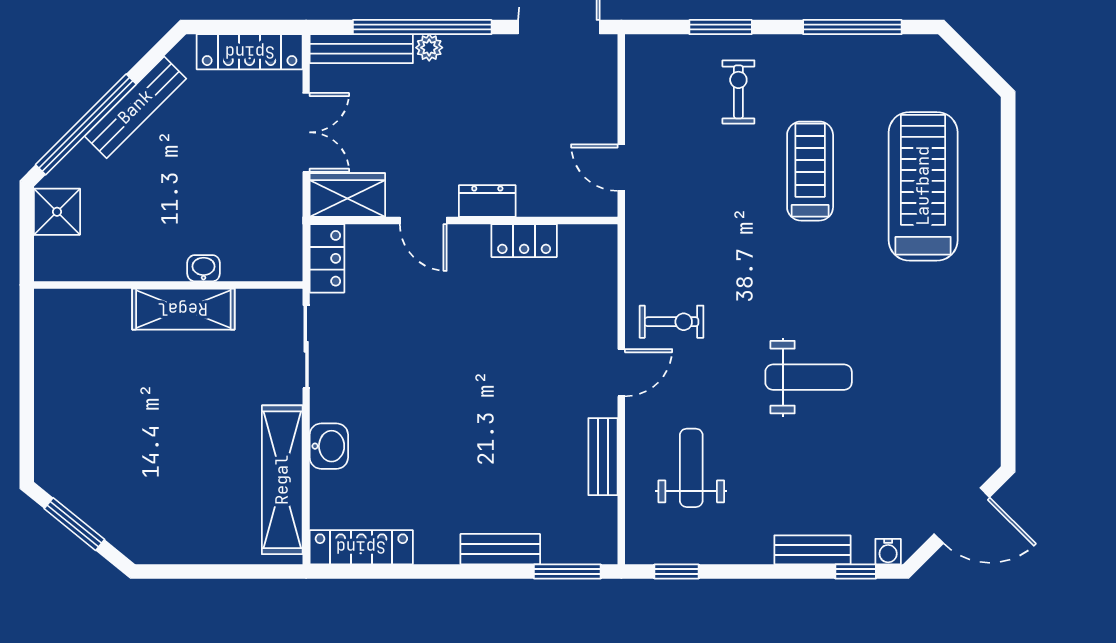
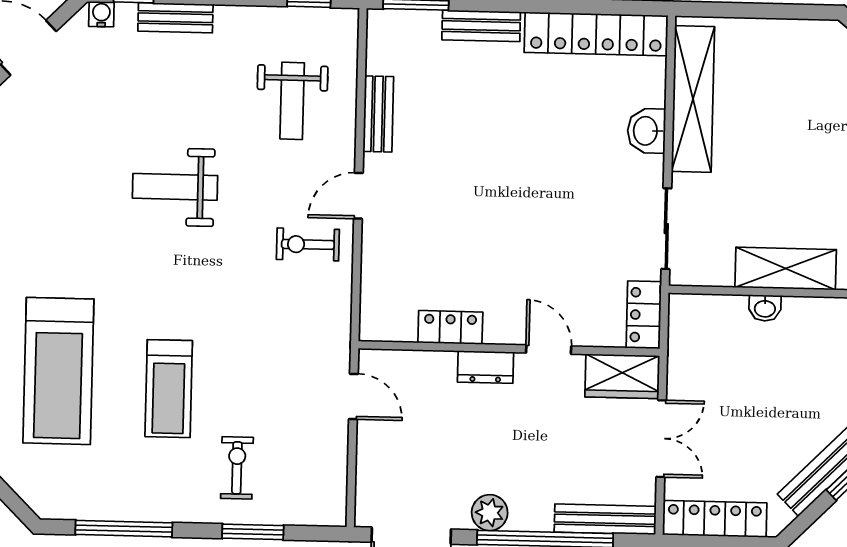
plant: (429, 48) -> (490, 513), moved, width x1.38, depth x1.38
exercise bike: (738, 92) -> (237, 468), turned 180
double door: (306, 132) -> (661, 439), swing flipped
locker: (361, 547) -> (596, 34), width x1.41, depth x1.21

